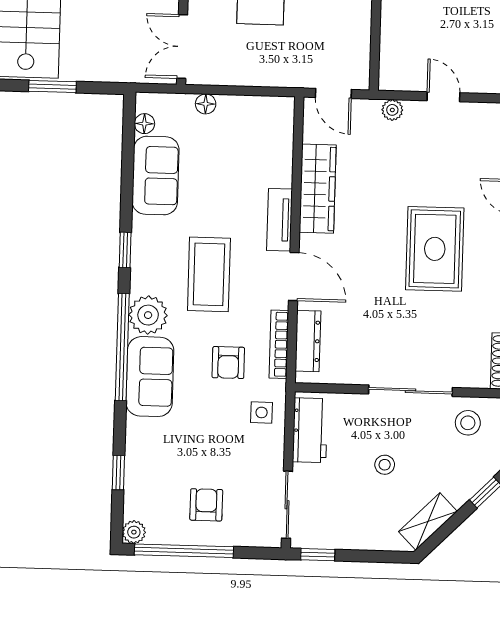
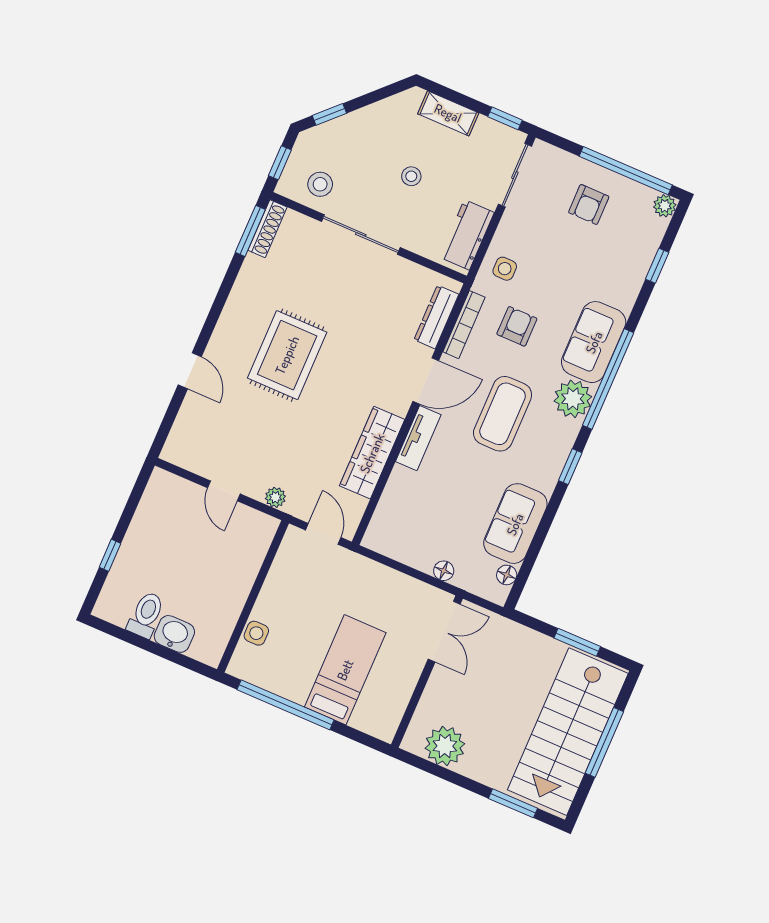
door: (294, 277) -> (426, 381), swing flipped
shelving: (428, 522) -> (448, 113), moved, turned 45

